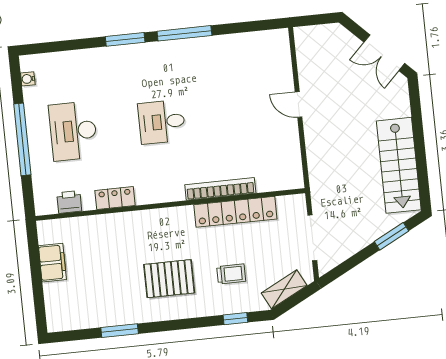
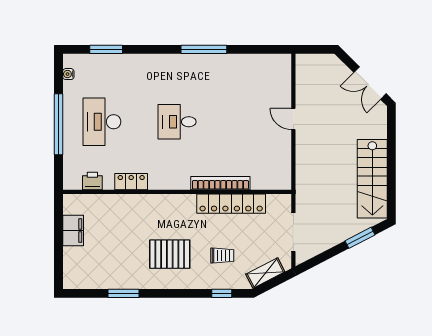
window: (125, 39) -> (106, 49), moved

